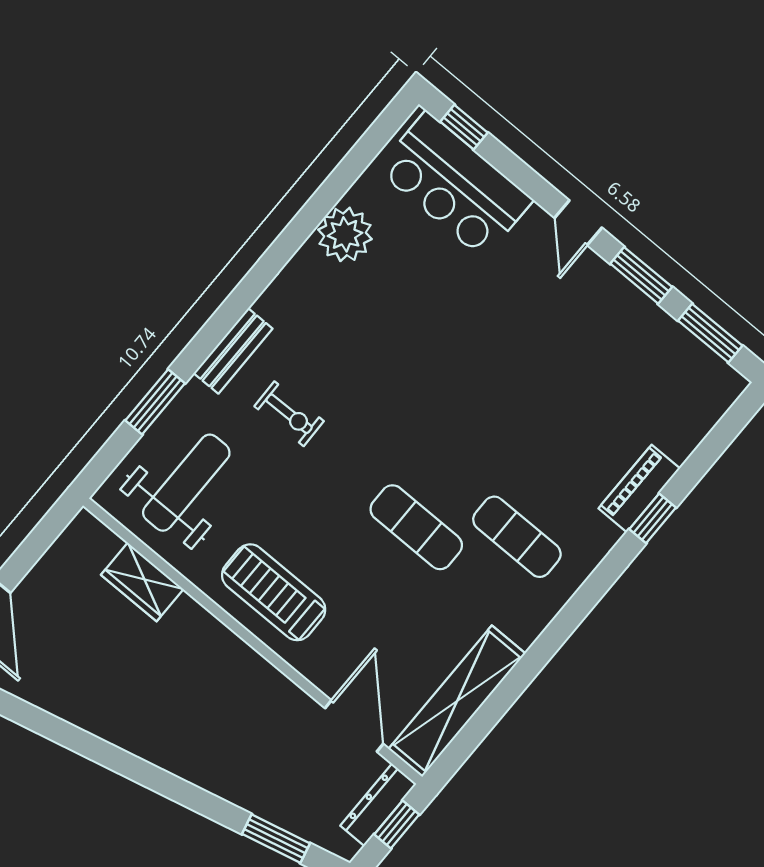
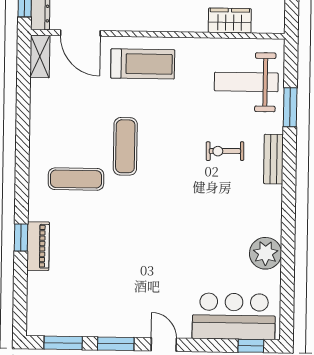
weight bench: (186, 483) -> (246, 82), turned 90
exercise mat: (416, 527) -> (125, 146), turned 90
treadmill: (274, 592) -> (143, 64), moved
shelving: (457, 701) -> (40, 56), width x0.45, depth x0.75

